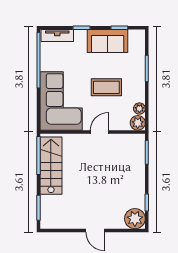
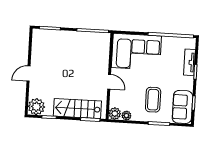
tv unit: (57, 36) -> (190, 62), moved
sofa: (108, 41) -> (182, 107), moved
coffee table: (106, 87) -> (153, 100), moved
stairs: (51, 166) -> (77, 109), moved, turned 180

